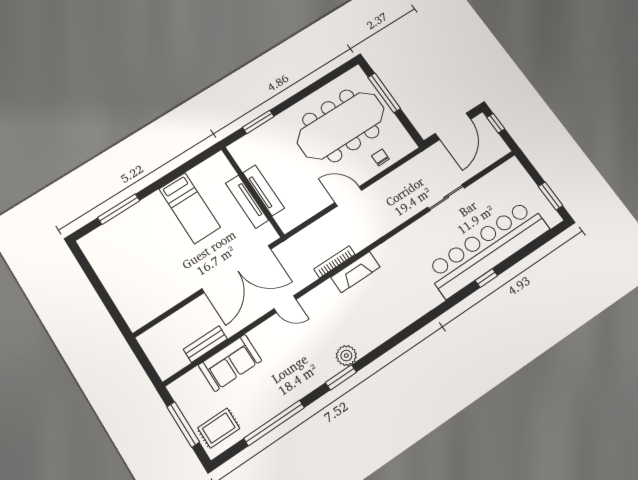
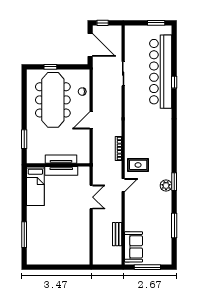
window: (384, 93) -> (50, 67), width x0.46
bed: (190, 208) -> (35, 186), moved, turned 90
double door: (236, 269) -> (91, 197), width x0.54
fireplace: (355, 272) -> (130, 142), removed
plant: (346, 356) -> (166, 186), moved
sofa: (230, 363) -> (134, 247), moved
window: (274, 423) -> (174, 226), width x0.68
rug: (219, 428) -> (138, 165), moved, turned 90

